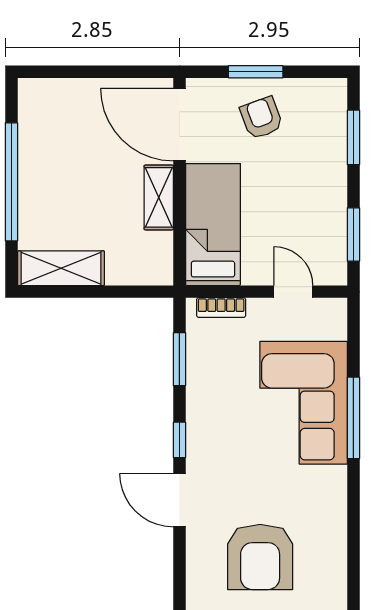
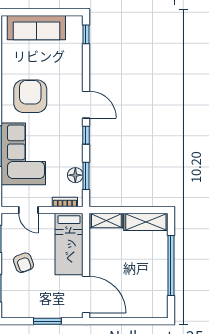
armchair: (261, 118) -> (23, 263), moved
shelving: (159, 197) -> (106, 220), moved, turned 90
floor lamp: (201, 361) -> (75, 175), added
armchair: (260, 557) -> (30, 96), moved

